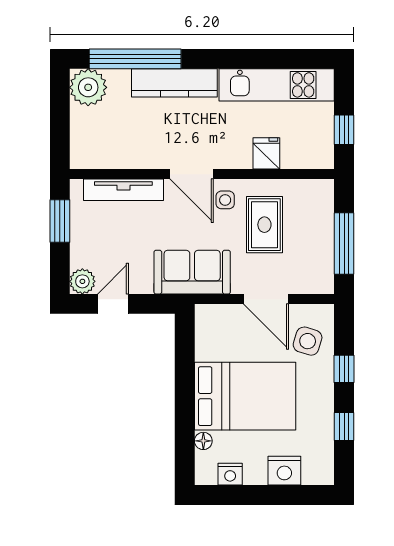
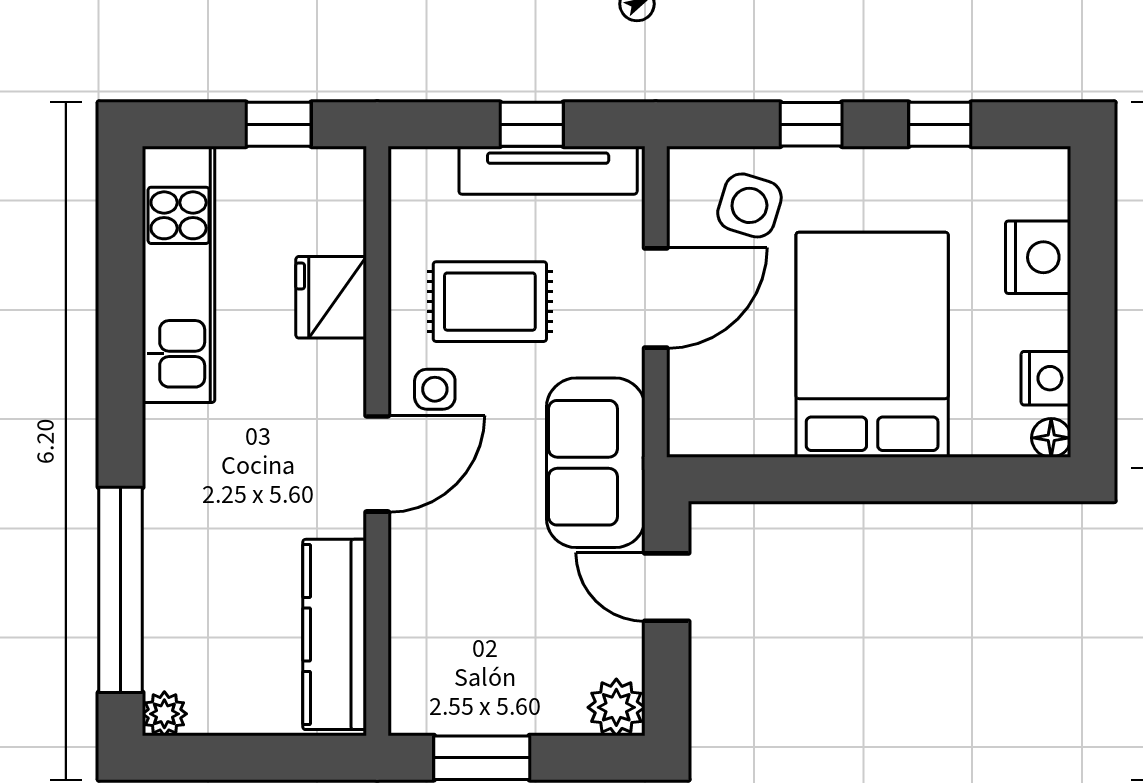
kitchen counter: (174, 83) -> (335, 634), moved, turned 180
plant: (88, 87) -> (164, 714), width x0.53, depth x0.53
fridge: (266, 153) -> (331, 297), width x1.38
tv unit: (123, 190) -> (548, 170), moved, turned 90
window: (344, 243) -> (532, 124), width x0.46
door: (113, 304) -> (667, 587), moved
floor lamp: (203, 441) -> (1051, 438), moved

